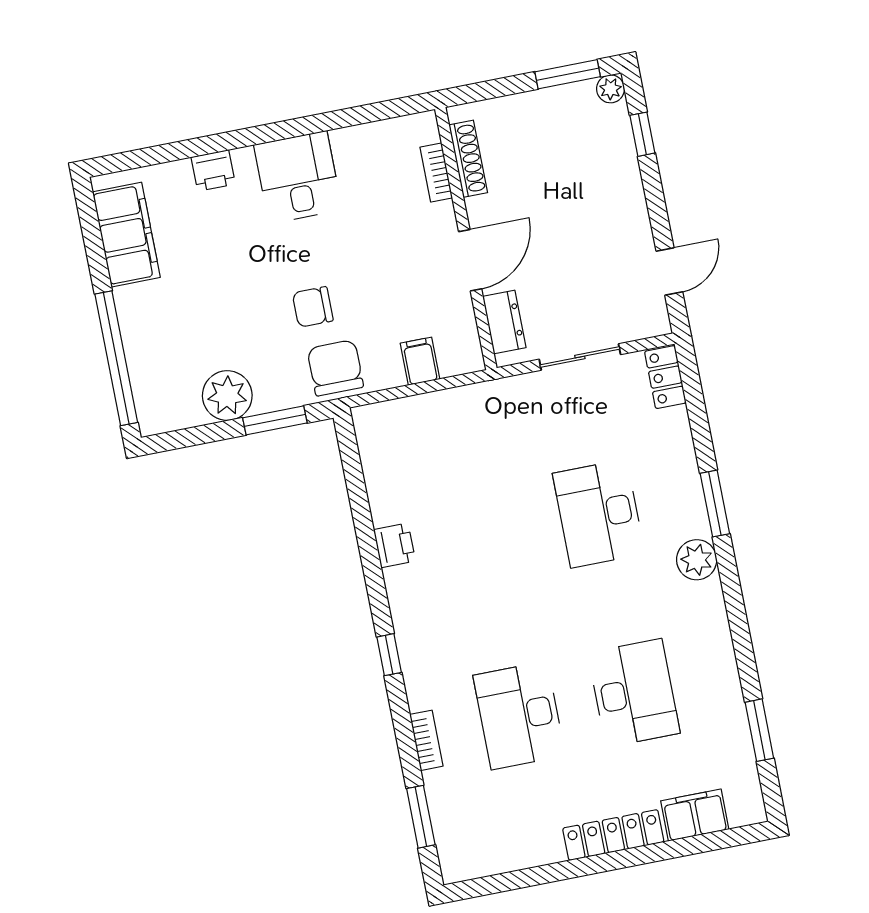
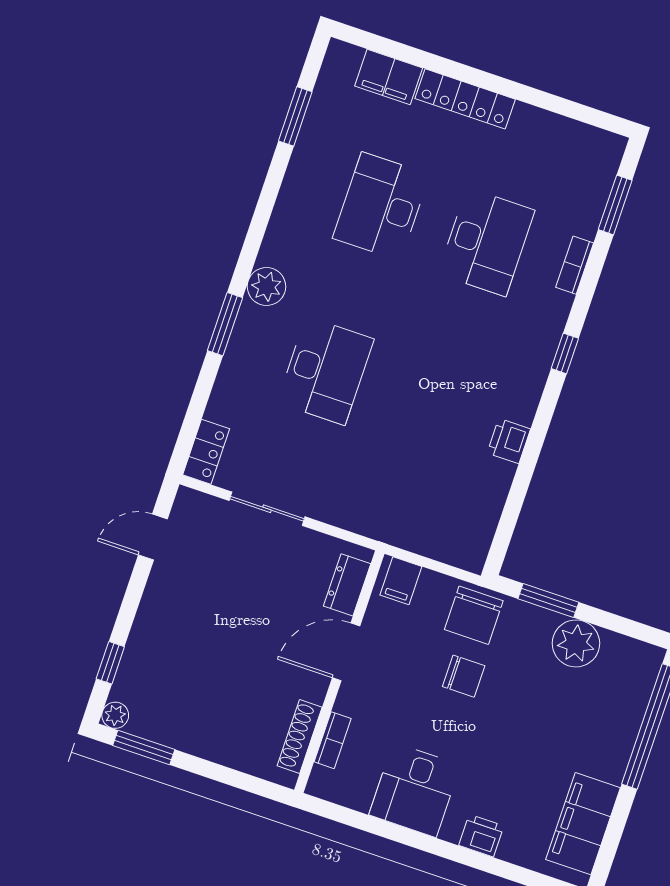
shoe rack: (468, 159) -> (300, 736), moved
bookcase: (436, 172) -> (333, 740), moved
wall: (466, 239) -> (339, 672), moved
door: (470, 260) -> (346, 652), moved
dresser: (504, 322) -> (347, 585), moved

